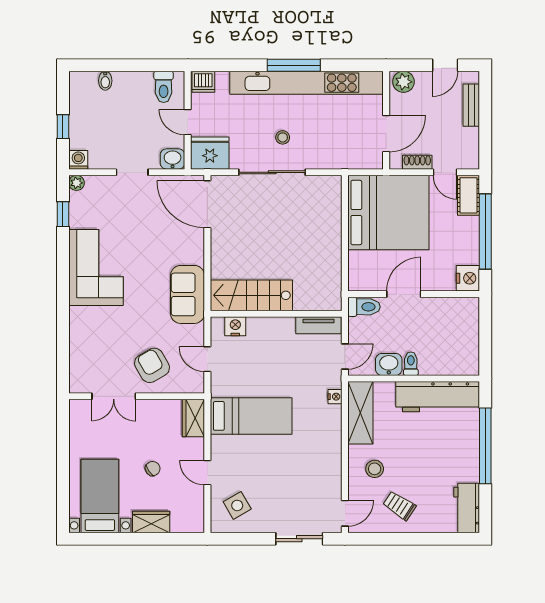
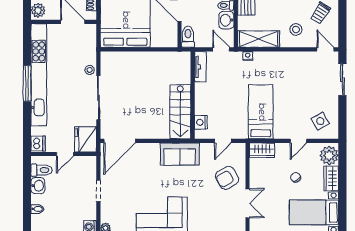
stool: (283, 137) -> (90, 70), moved
washbasin: (173, 159) -> (38, 186), moved, turned 180
plant: (185, 519) -> (329, 156), added

